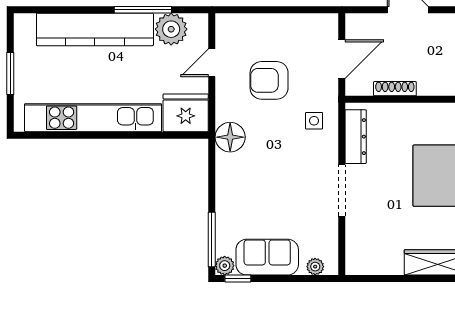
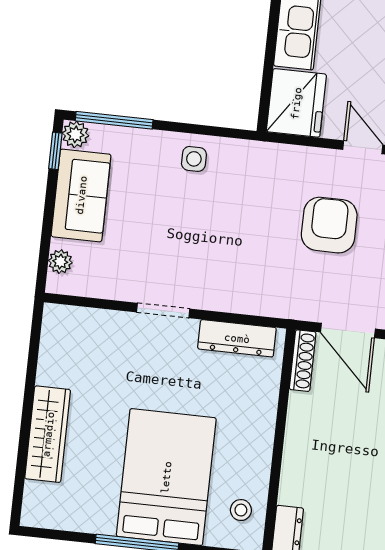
shoe rack: (395, 89) -> (303, 361), moved
side table: (314, 121) -> (194, 159), moved
floor lamp: (230, 137) -> (255, 162), removed
doorway: (342, 191) -> (163, 310), width x0.73

